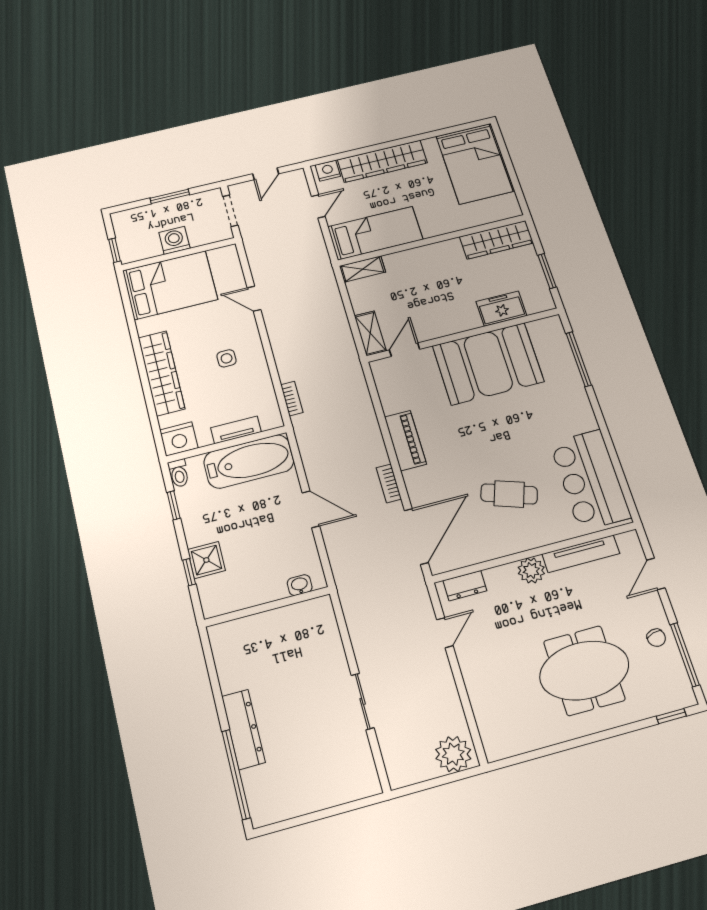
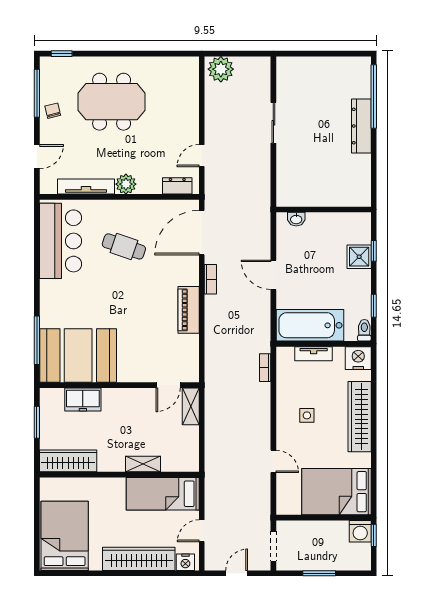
washing machine: (174, 240) -> (360, 531), moved
shelving: (363, 269) -> (143, 464), moved
booth: (488, 364) -> (78, 356), moved

